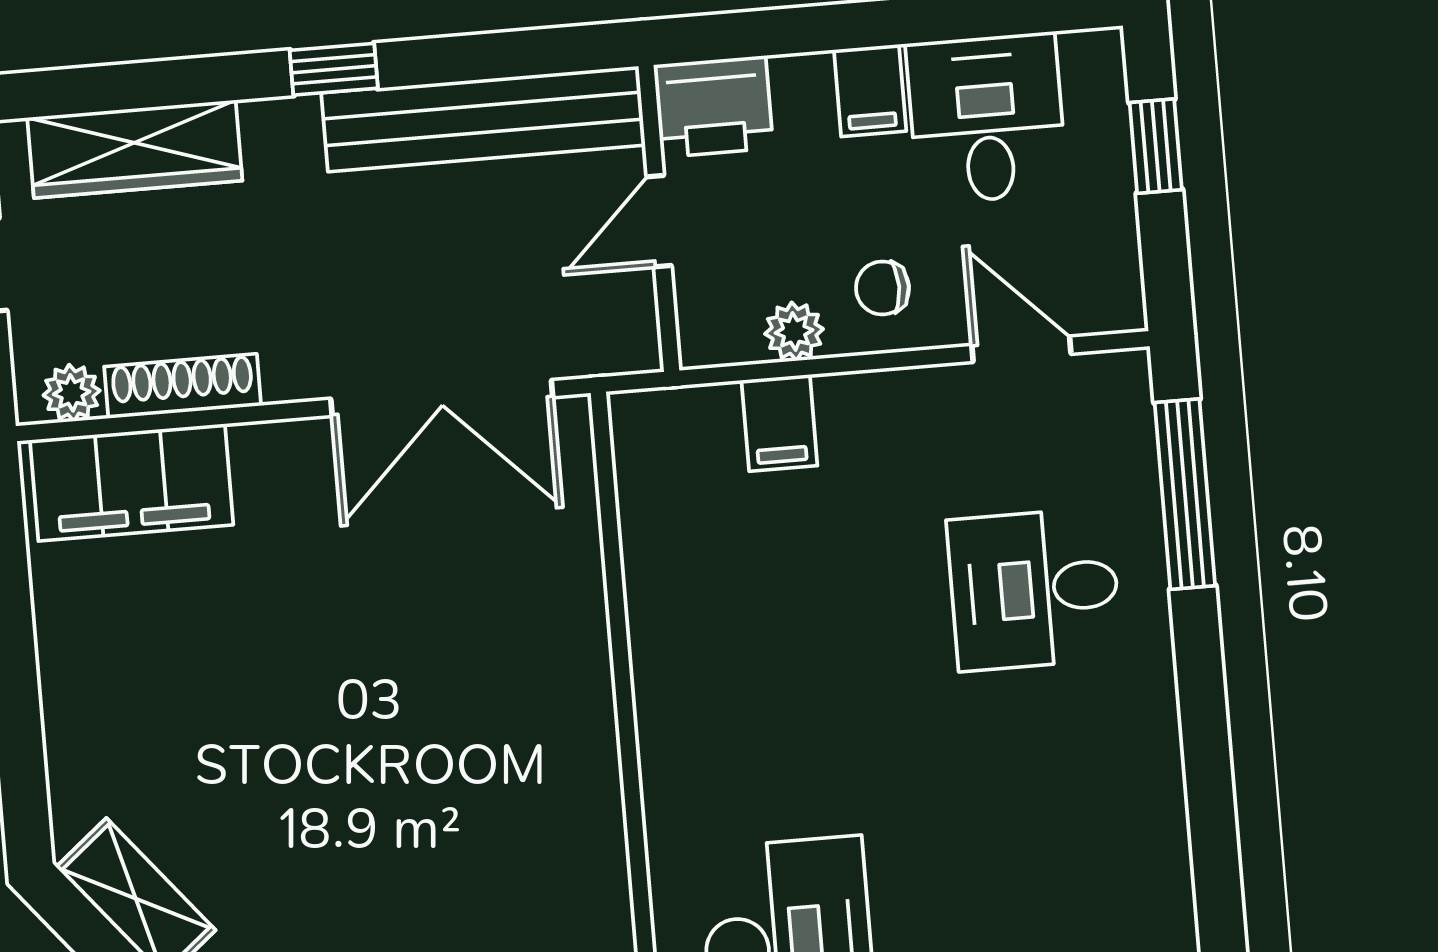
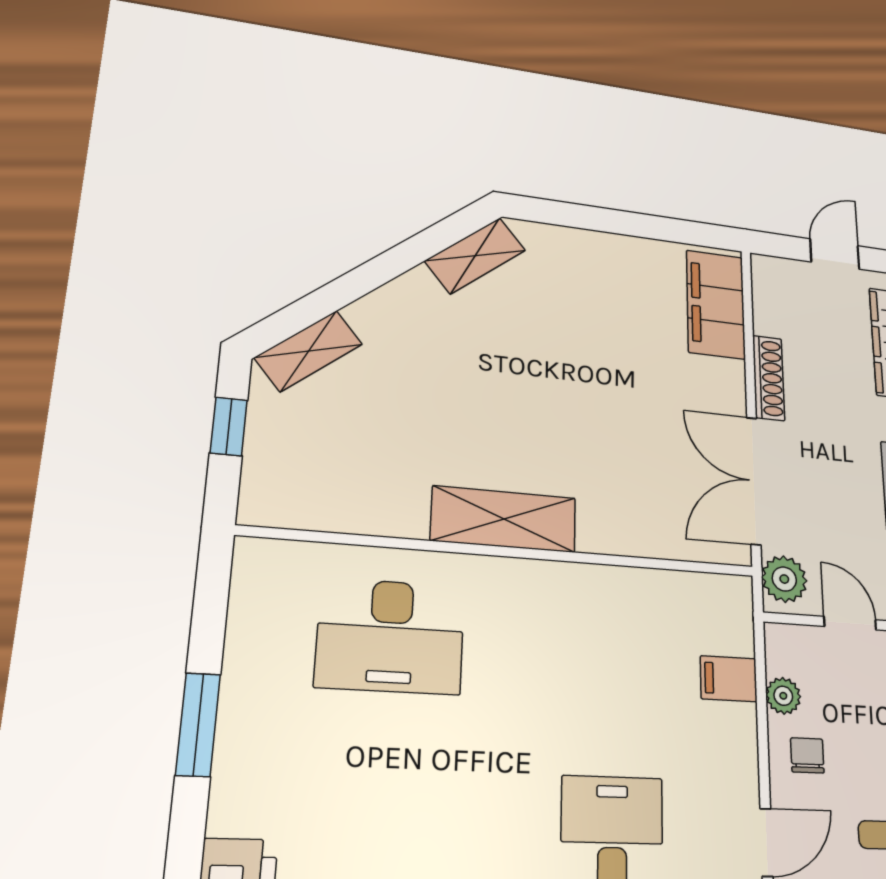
shoe rack: (183, 386) -> (769, 378), moved
plant: (72, 393) -> (784, 579), moved, width x1.38, depth x1.38
shelving: (580, 801) -> (504, 519), added

